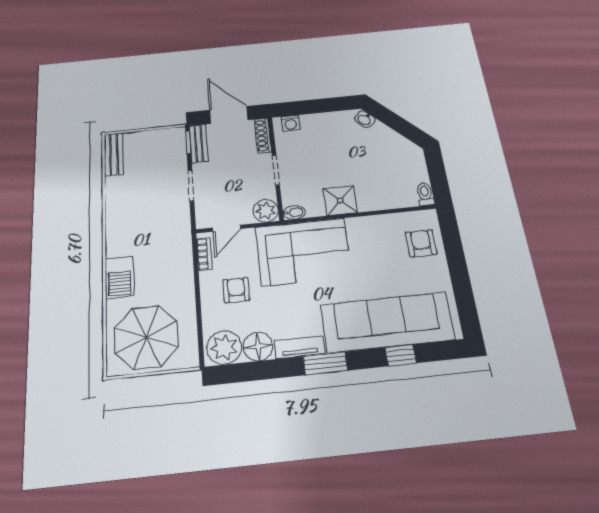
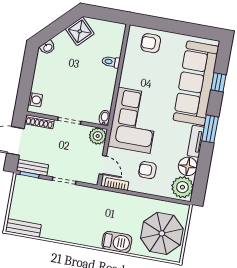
toilet: (425, 194) -> (111, 62), moved
shower: (340, 200) -> (80, 31), moved, turned 45

